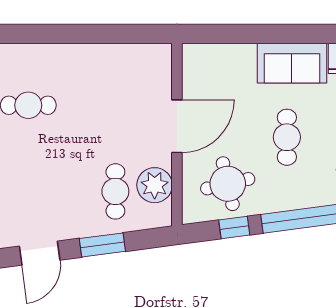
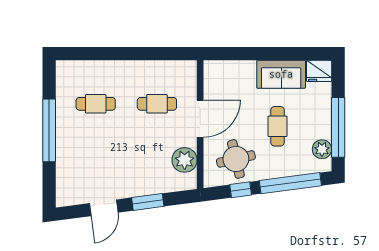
cafe table: (115, 191) -> (157, 104), moved, turned 90

